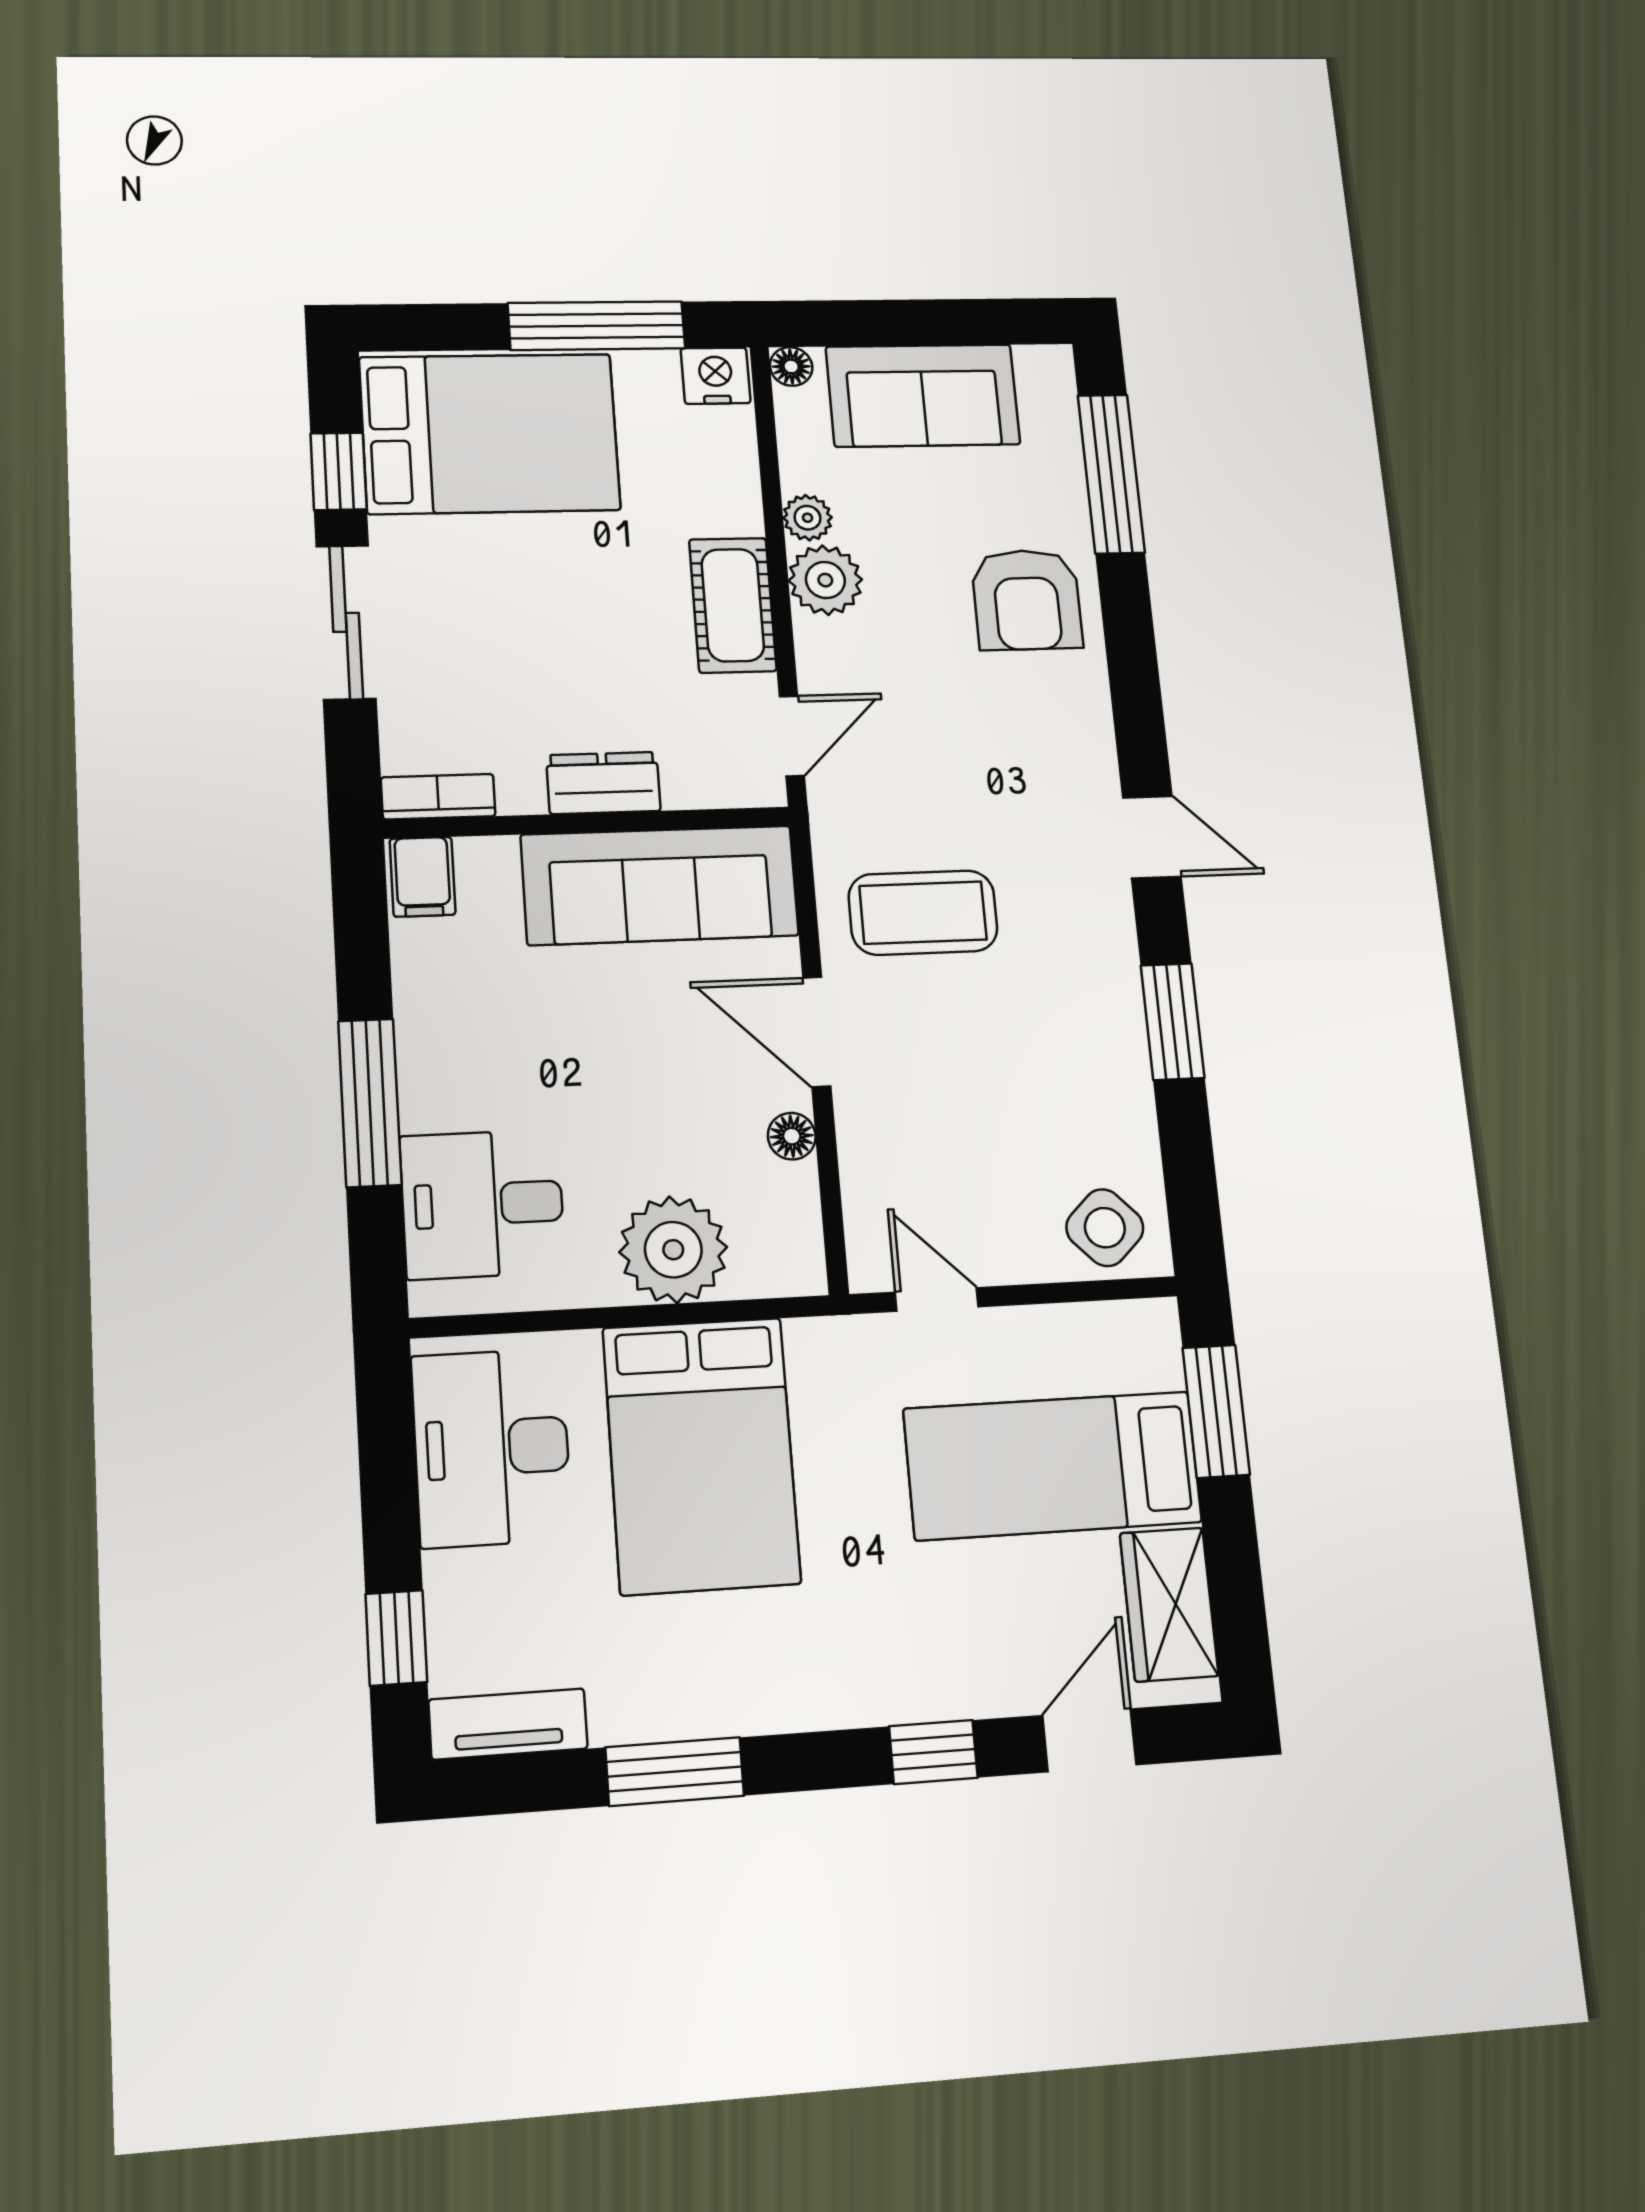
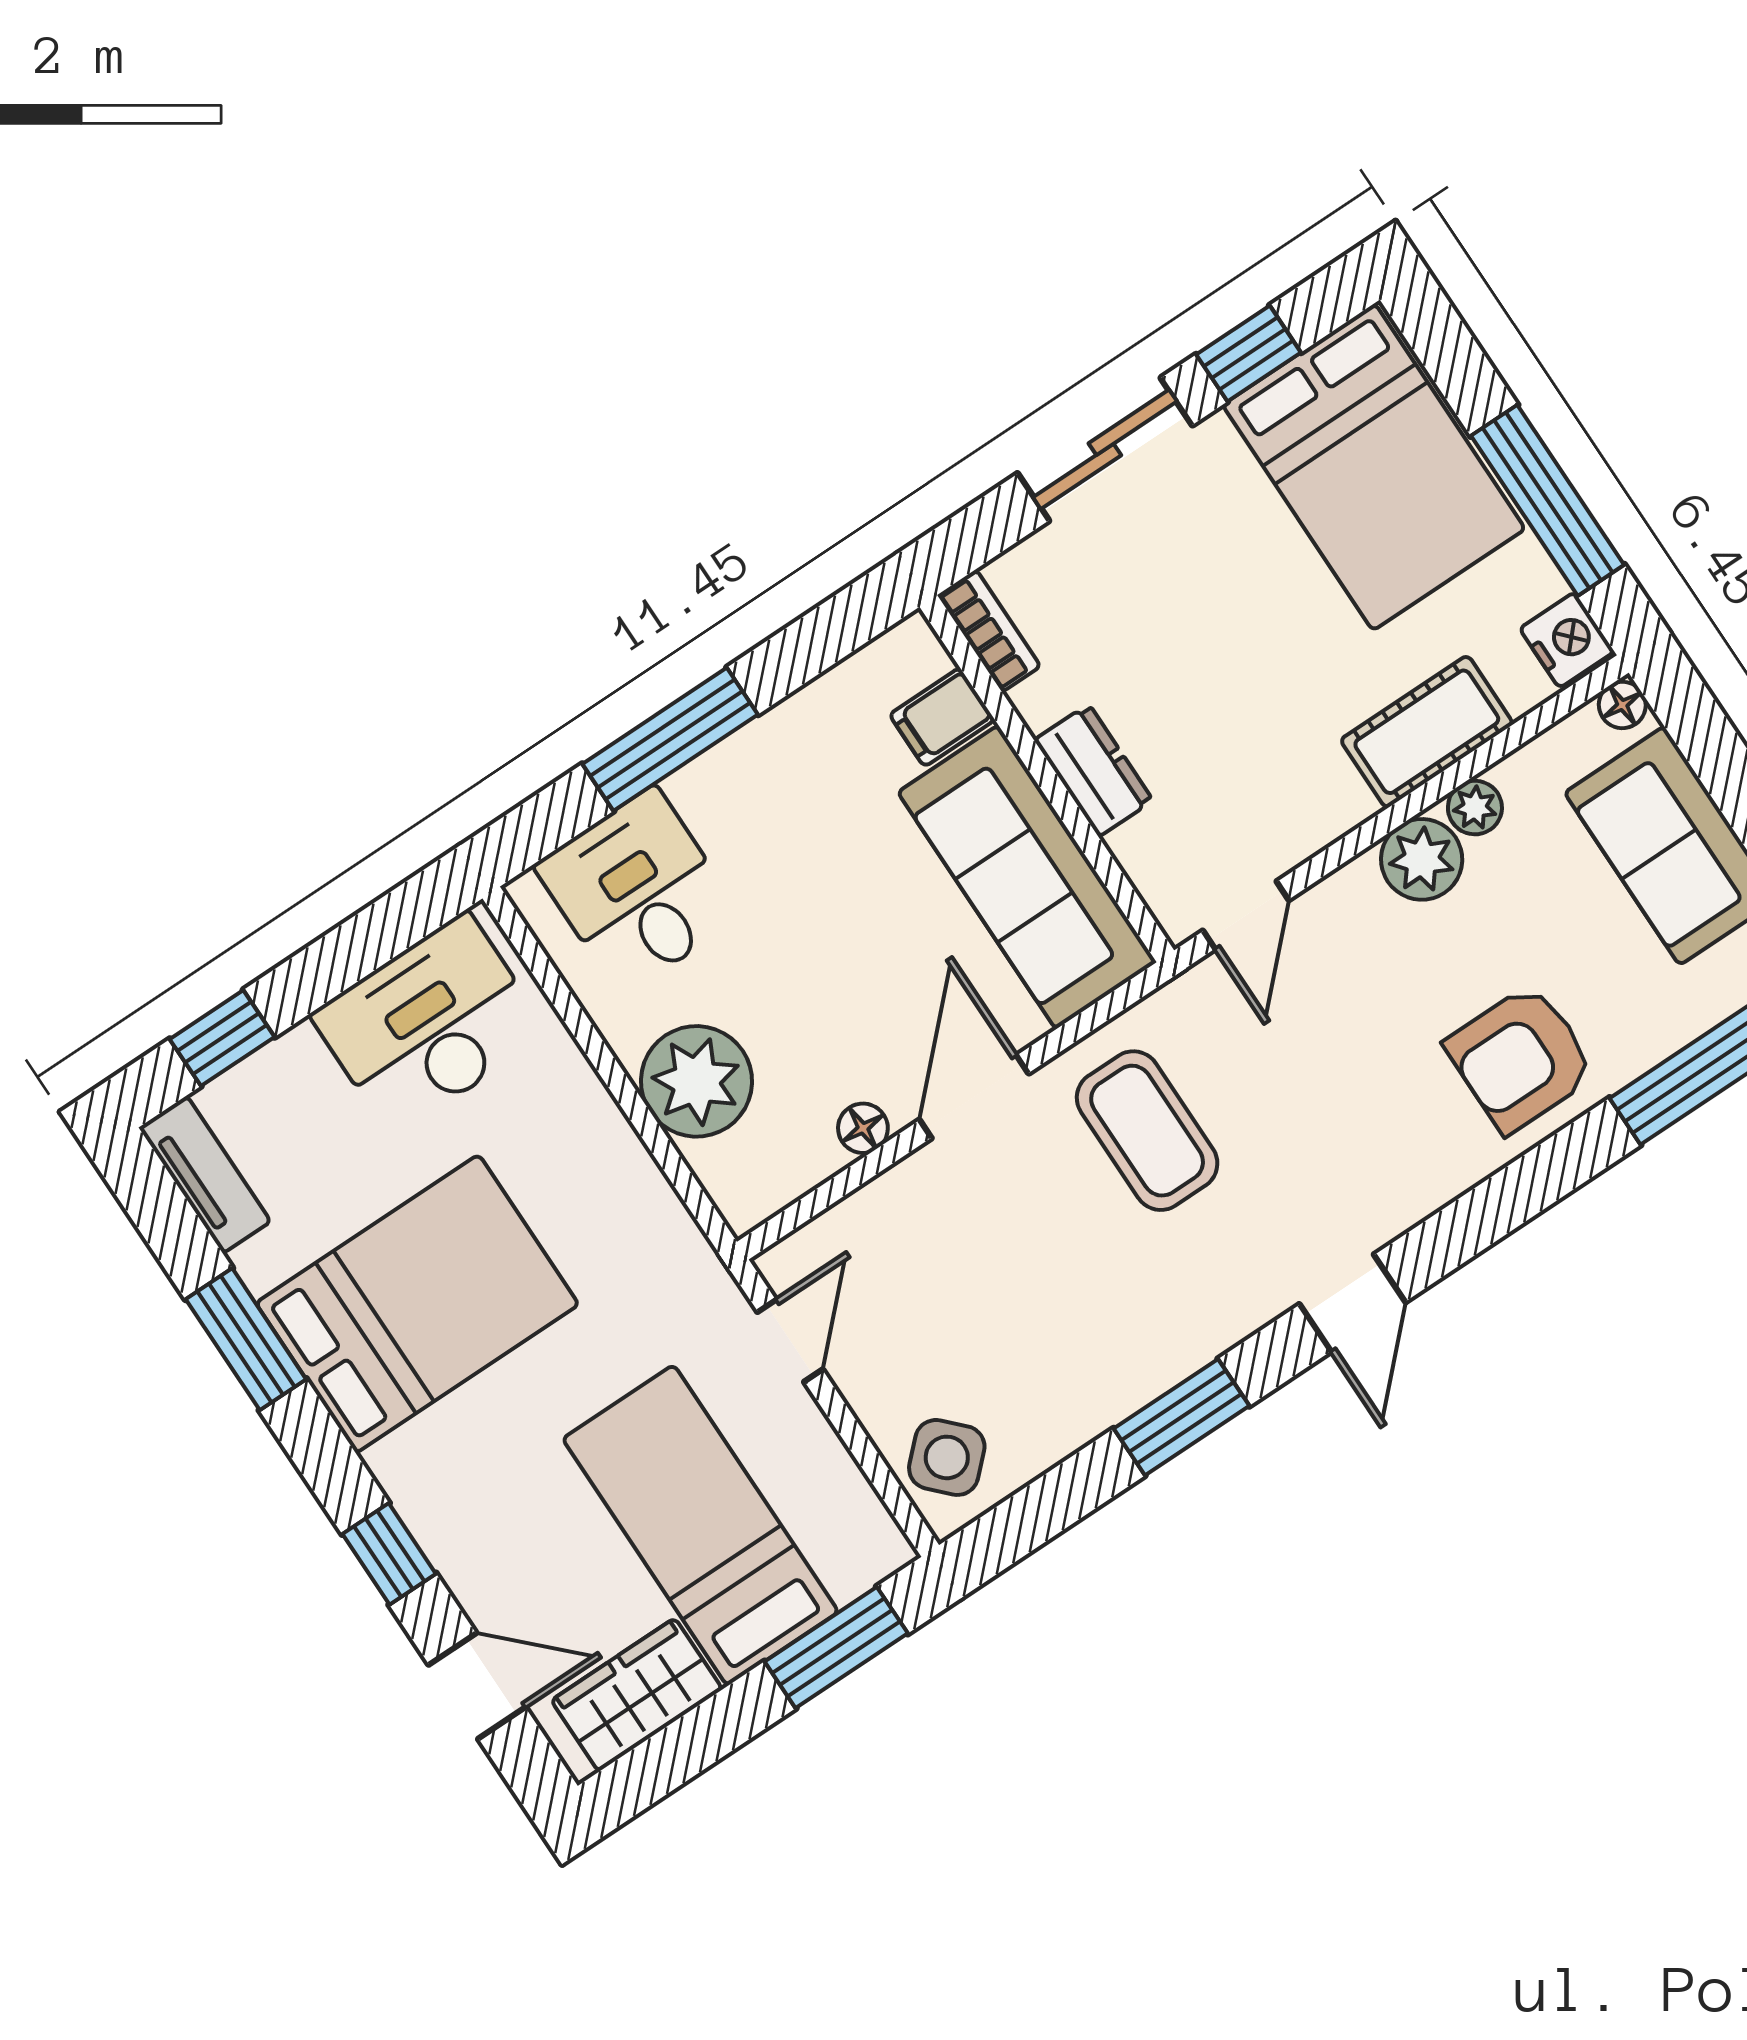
cot: (733, 605) -> (1427, 732), moved
door: (792, 736) -> (1246, 915), hinge flipped
filing cabinet: (423, 877) -> (942, 717), moved
bed: (701, 1455) -> (417, 1304), moved, turned 180

